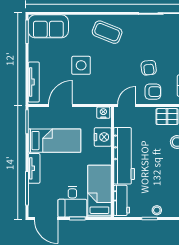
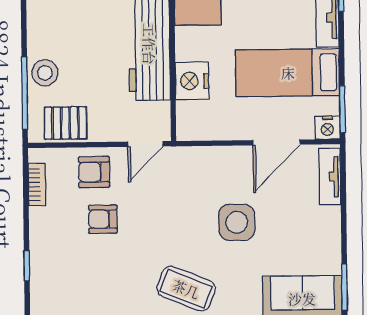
armchair: (149, 68) -> (103, 219), turned -83
tv unit: (34, 82) -> (330, 177), width x0.71
nightstand: (103, 113) -> (327, 128), moved

